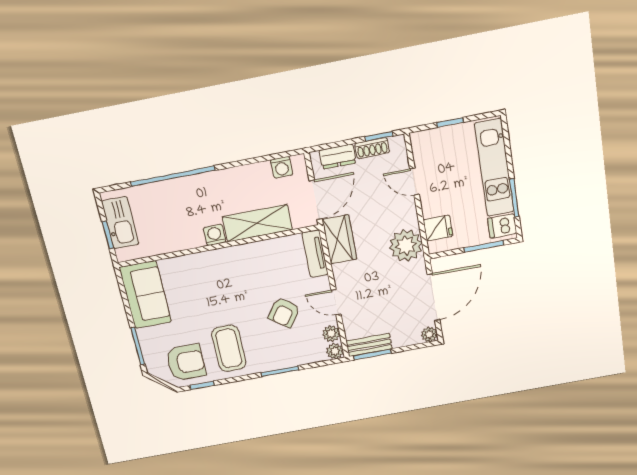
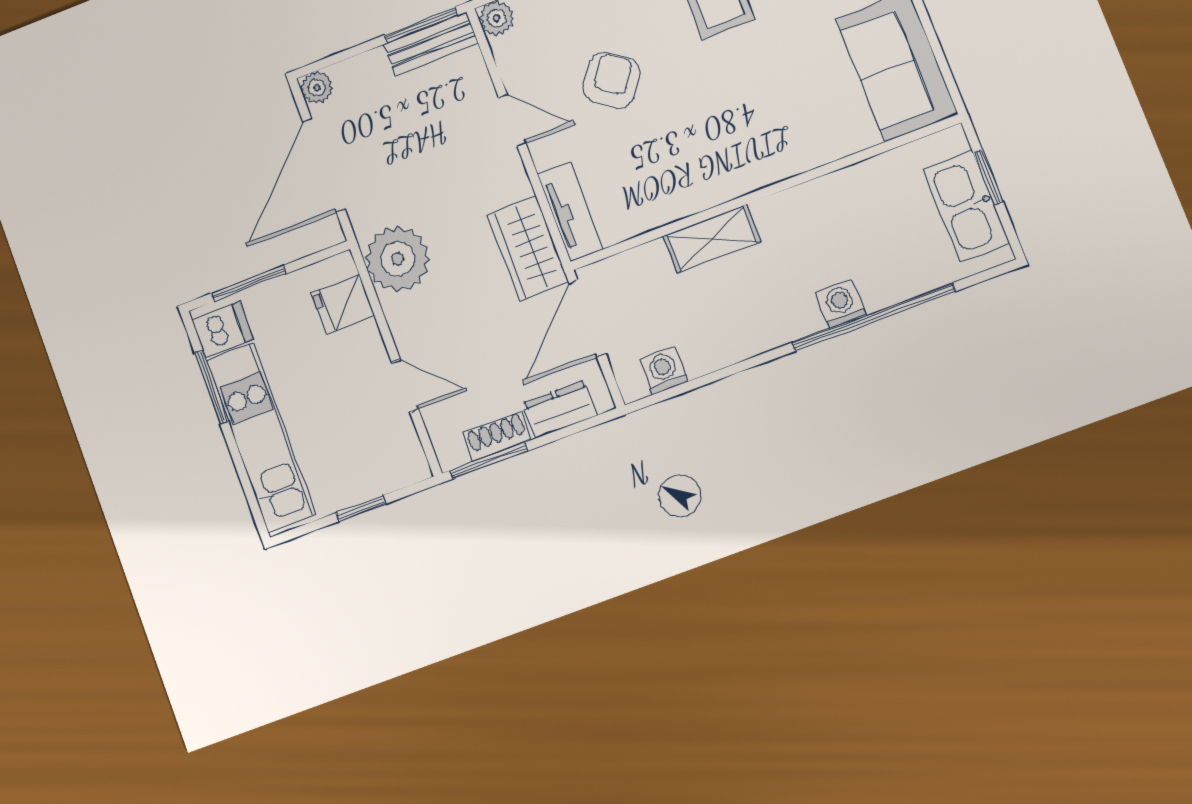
window: (379, 136) -> (489, 461), width x1.50
shelving: (257, 223) -> (712, 239), width x0.67, depth x0.75
washing machine: (215, 235) -> (841, 304), moved, turned 180
plant: (331, 334) -> (510, 54), removed

